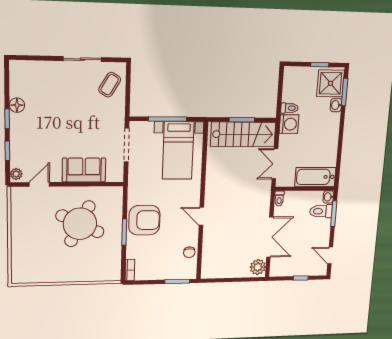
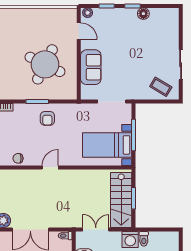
armchair: (144, 220) -> (47, 118), width x0.53, depth x0.53

